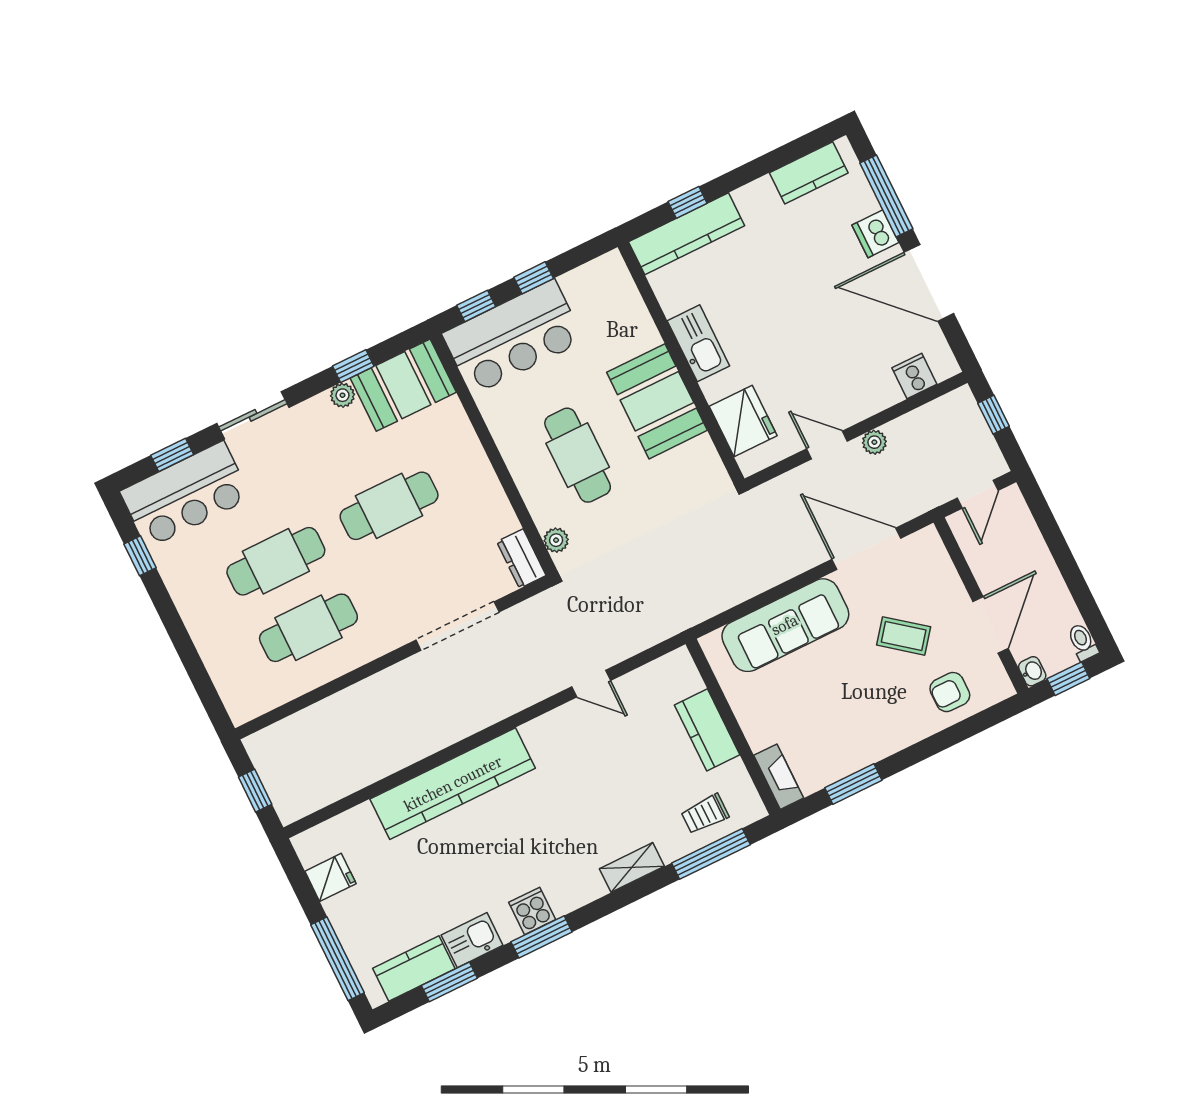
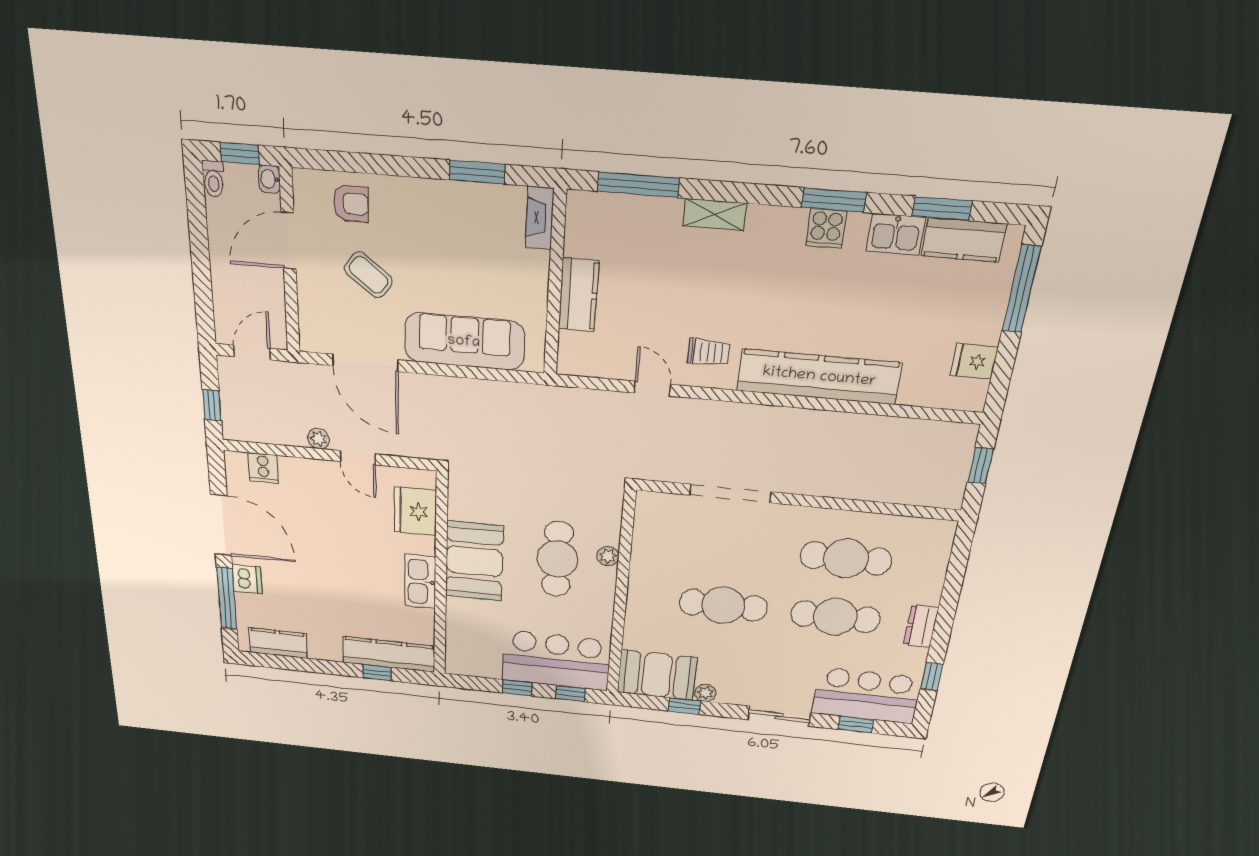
plant: (556, 540) -> (608, 556), moved
dresser: (521, 559) -> (921, 626), moved, turned 180
trolley: (705, 814) -> (709, 352), moved

